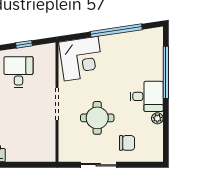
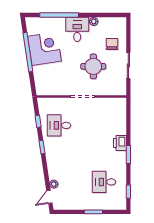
corner desk: (81, 59) -> (45, 49), moved

